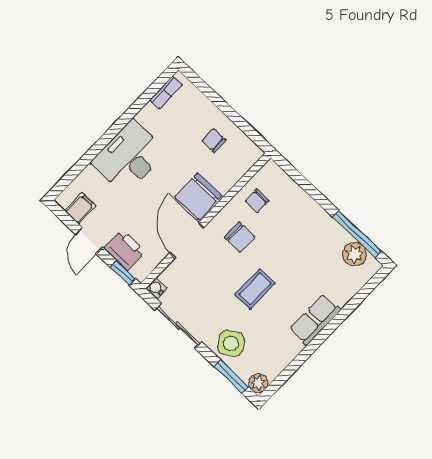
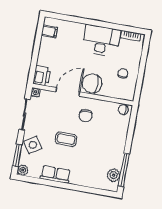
desk: (129, 157) -> (101, 41), moved
chair: (257, 201) -> (123, 110), moved
door: (89, 241) -> (37, 46), removed
printer: (125, 250) -> (42, 76), moved
window: (123, 273) -> (32, 72), removed
row of seats: (315, 320) -> (55, 174), moved

